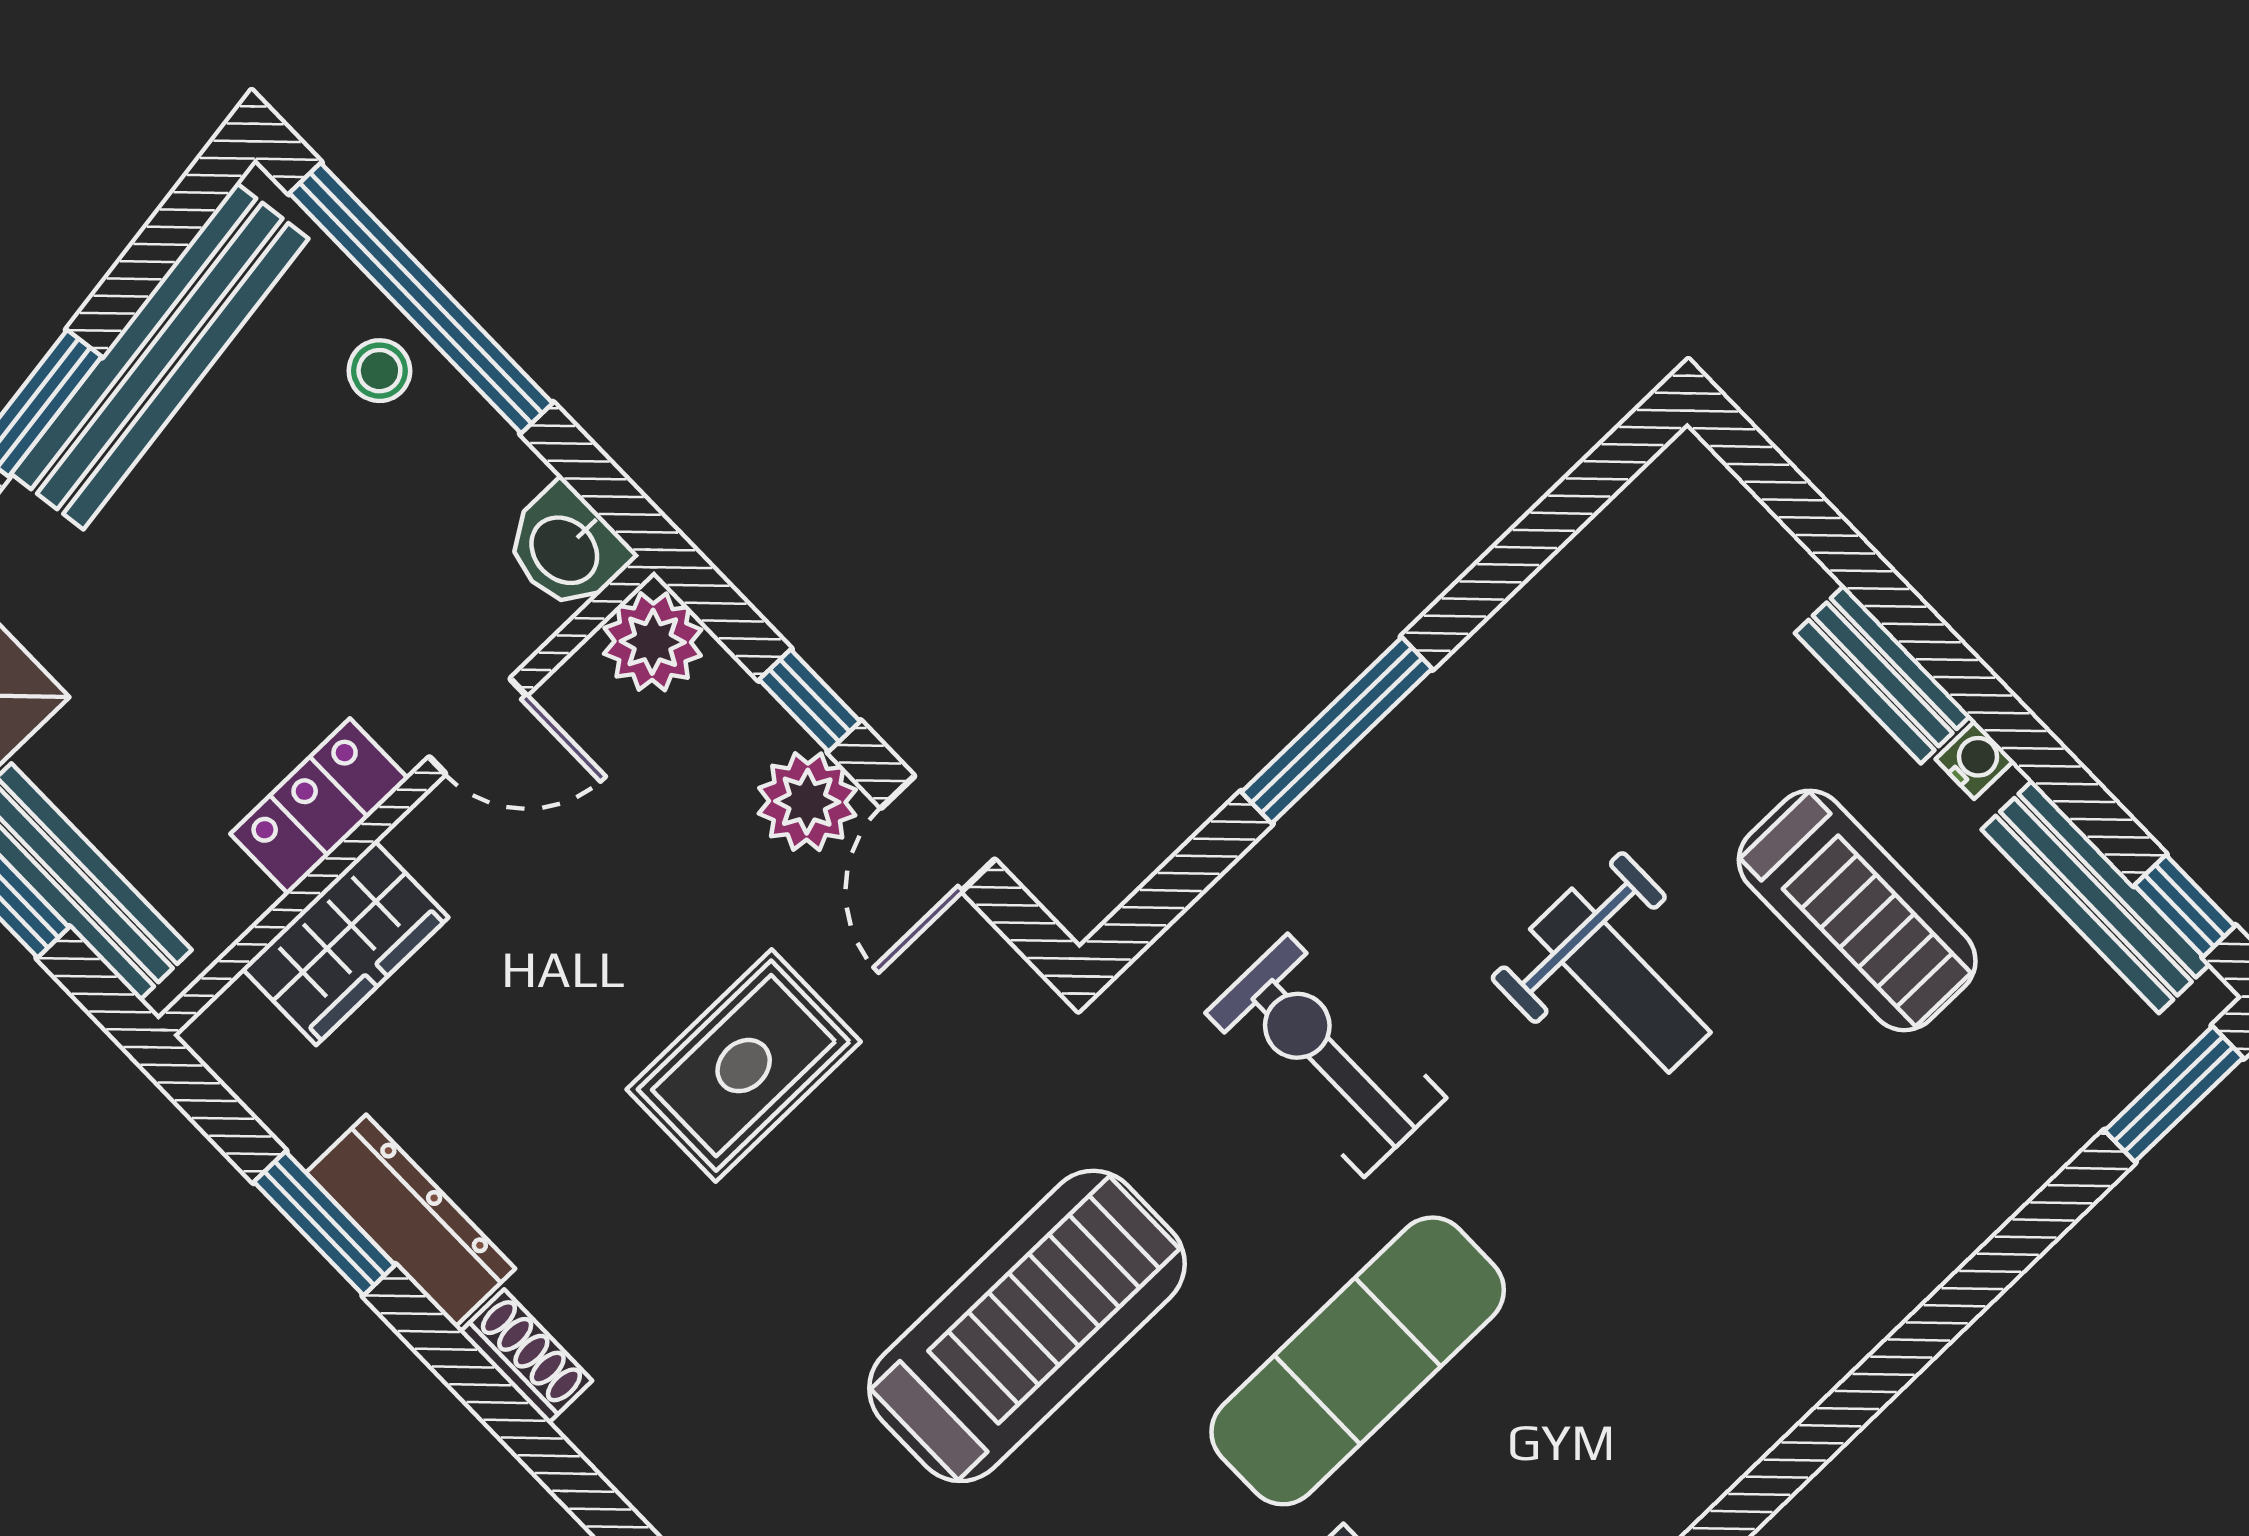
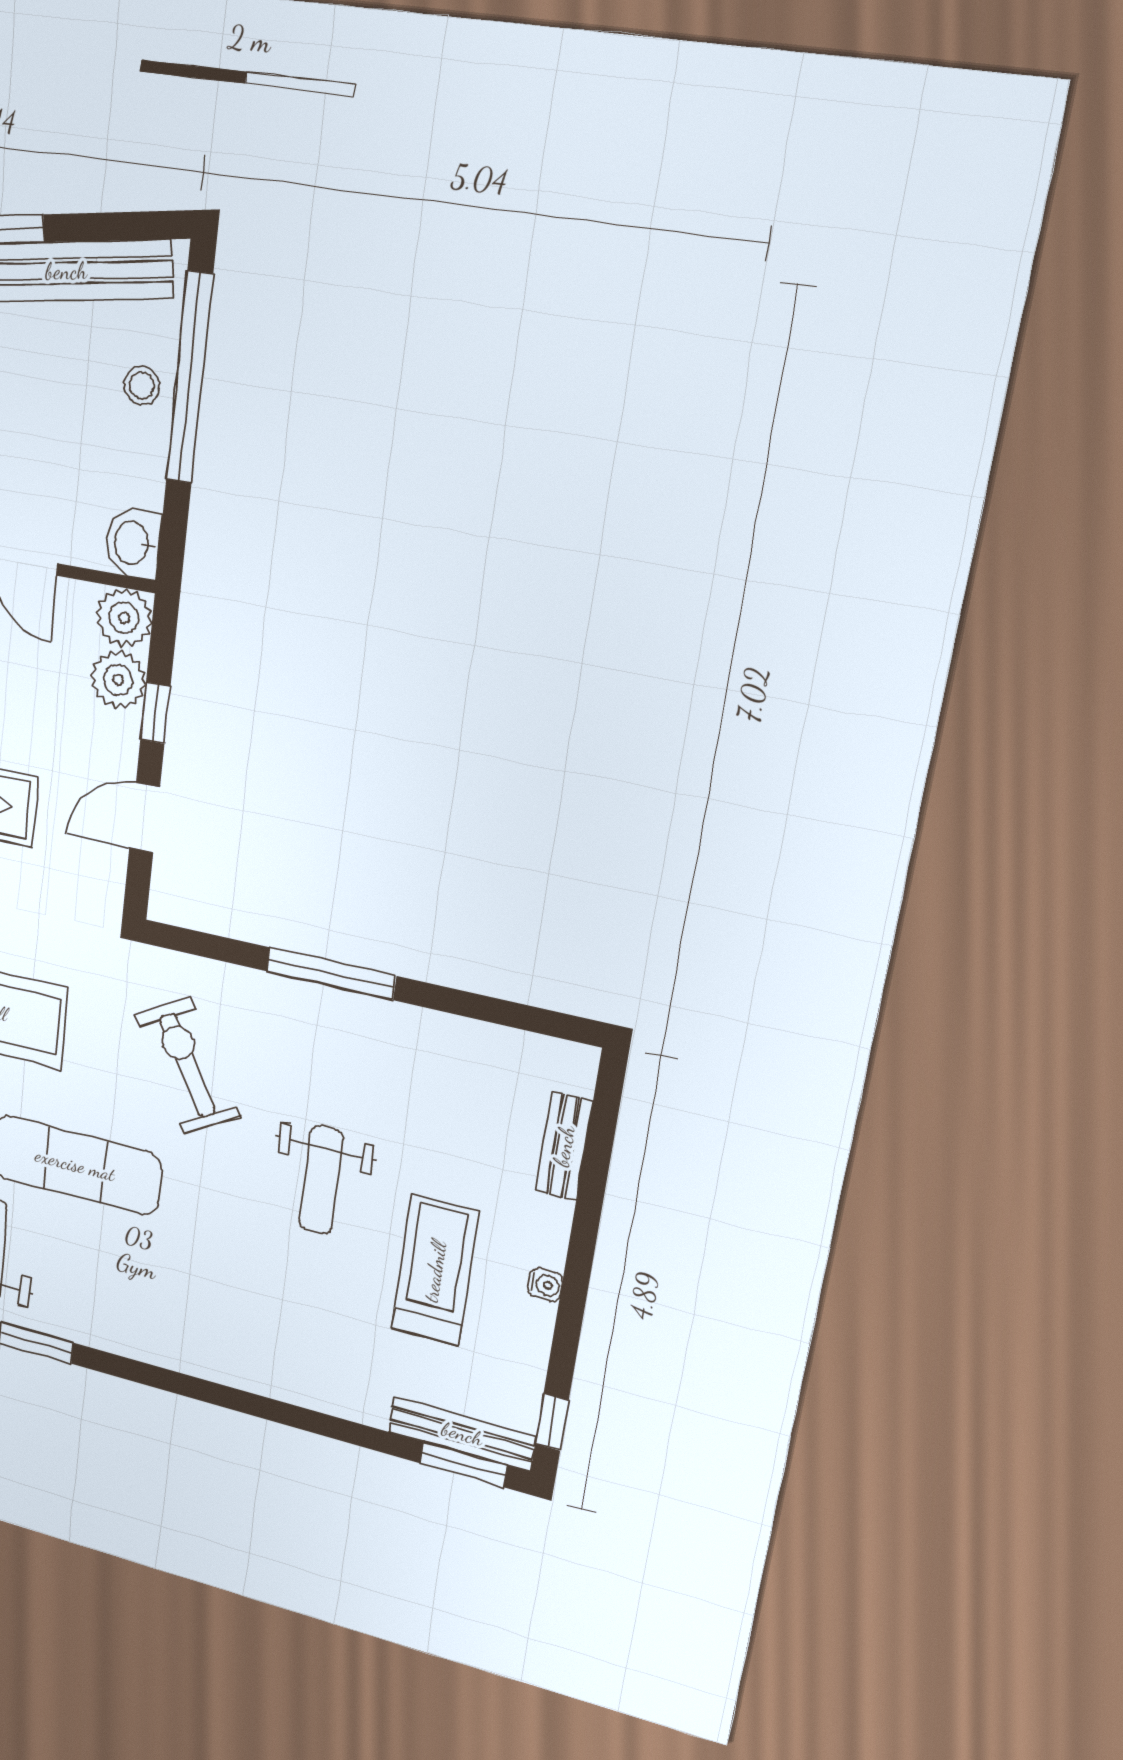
bench: (1883, 674) -> (564, 1146), moved
plant: (807, 802) -> (118, 680), moved
bench: (2096, 897) -> (462, 1434), moved, turned 90
treadmill: (1857, 910) -> (435, 1271), turned 180
exercise bike: (1326, 1055) -> (188, 1065), turned -30

